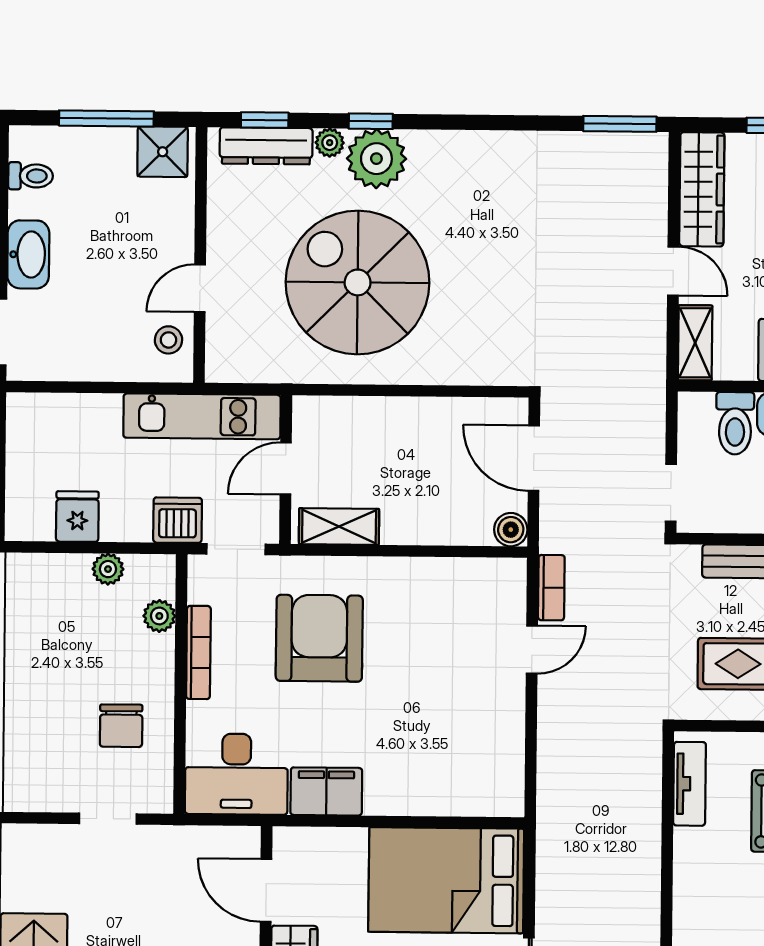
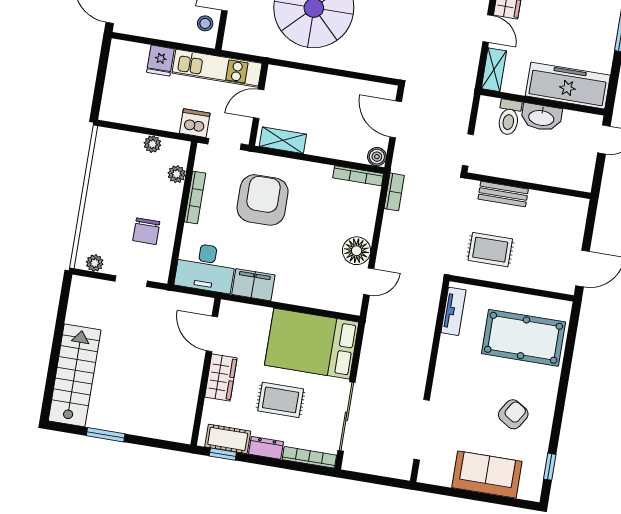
fridge: (77, 517) -> (160, 61), moved, turned 180
bookcase: (483, 569) -> (358, 176), added
door: (532, 650) -> (369, 282), moved
floor lamp: (500, 703) -> (357, 251), added
plant: (38, 797) -> (95, 263), added

